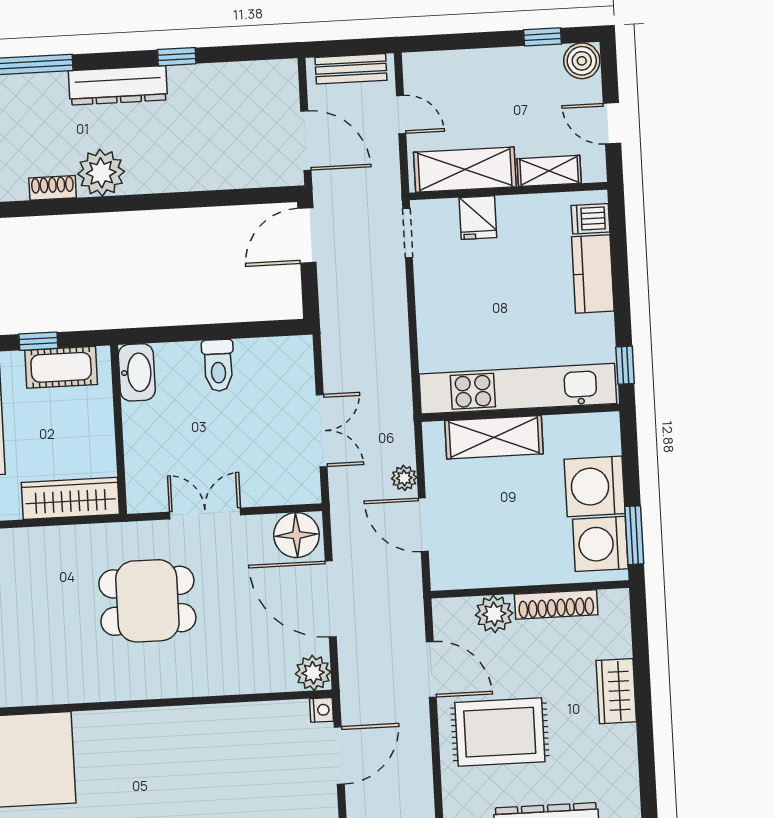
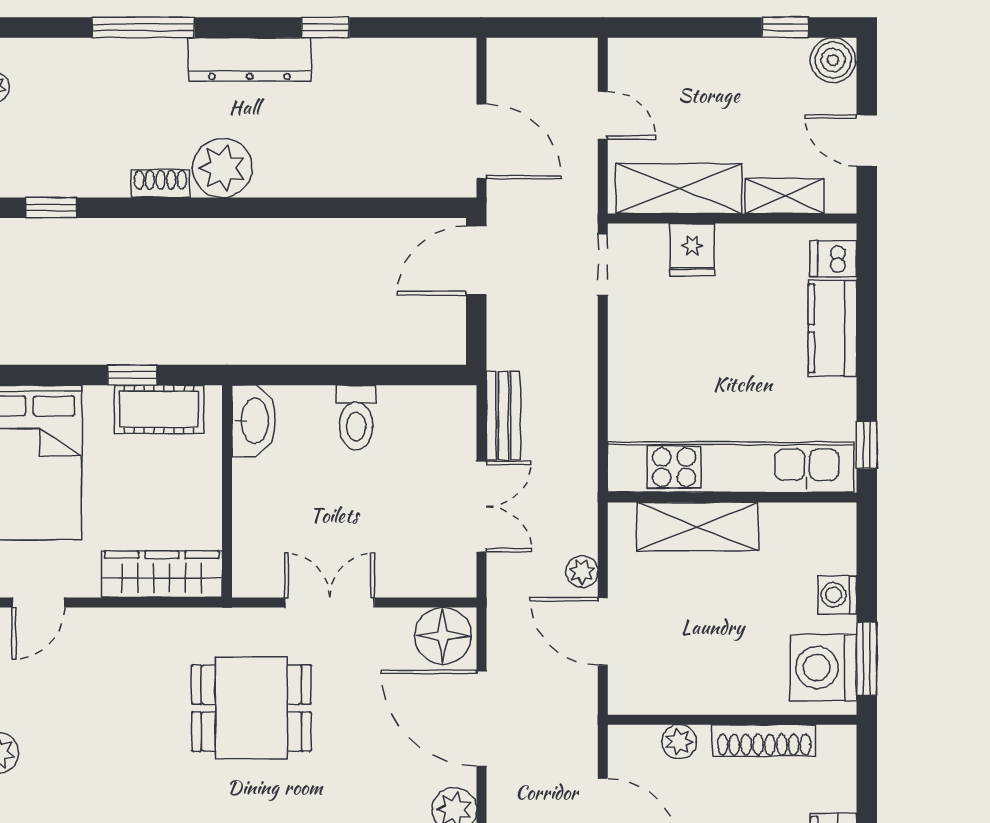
bench: (351, 69) -> (503, 416), moved, turned 90
washing machine: (595, 486) -> (837, 595), width x0.53, depth x0.53
plant: (494, 614) -> (679, 742), width x0.73, depth x0.73

